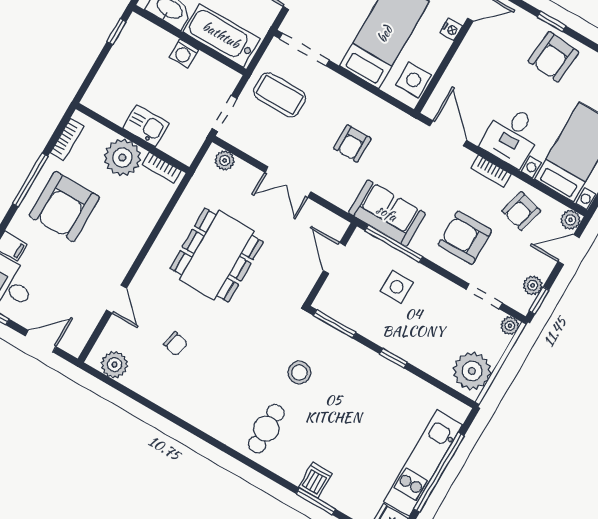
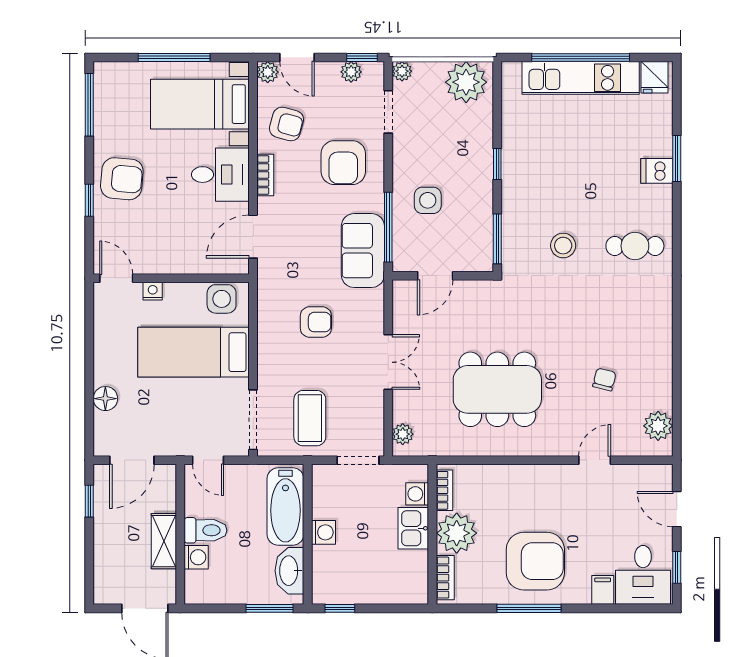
bookcase: (67, 140) -> (445, 578), moved, turned 90
washing machine: (171, 144) -> (417, 494), added

